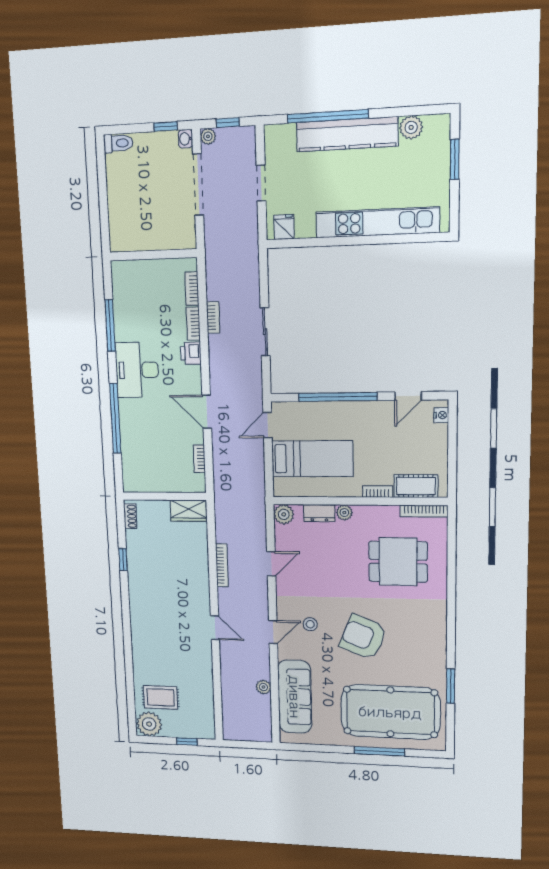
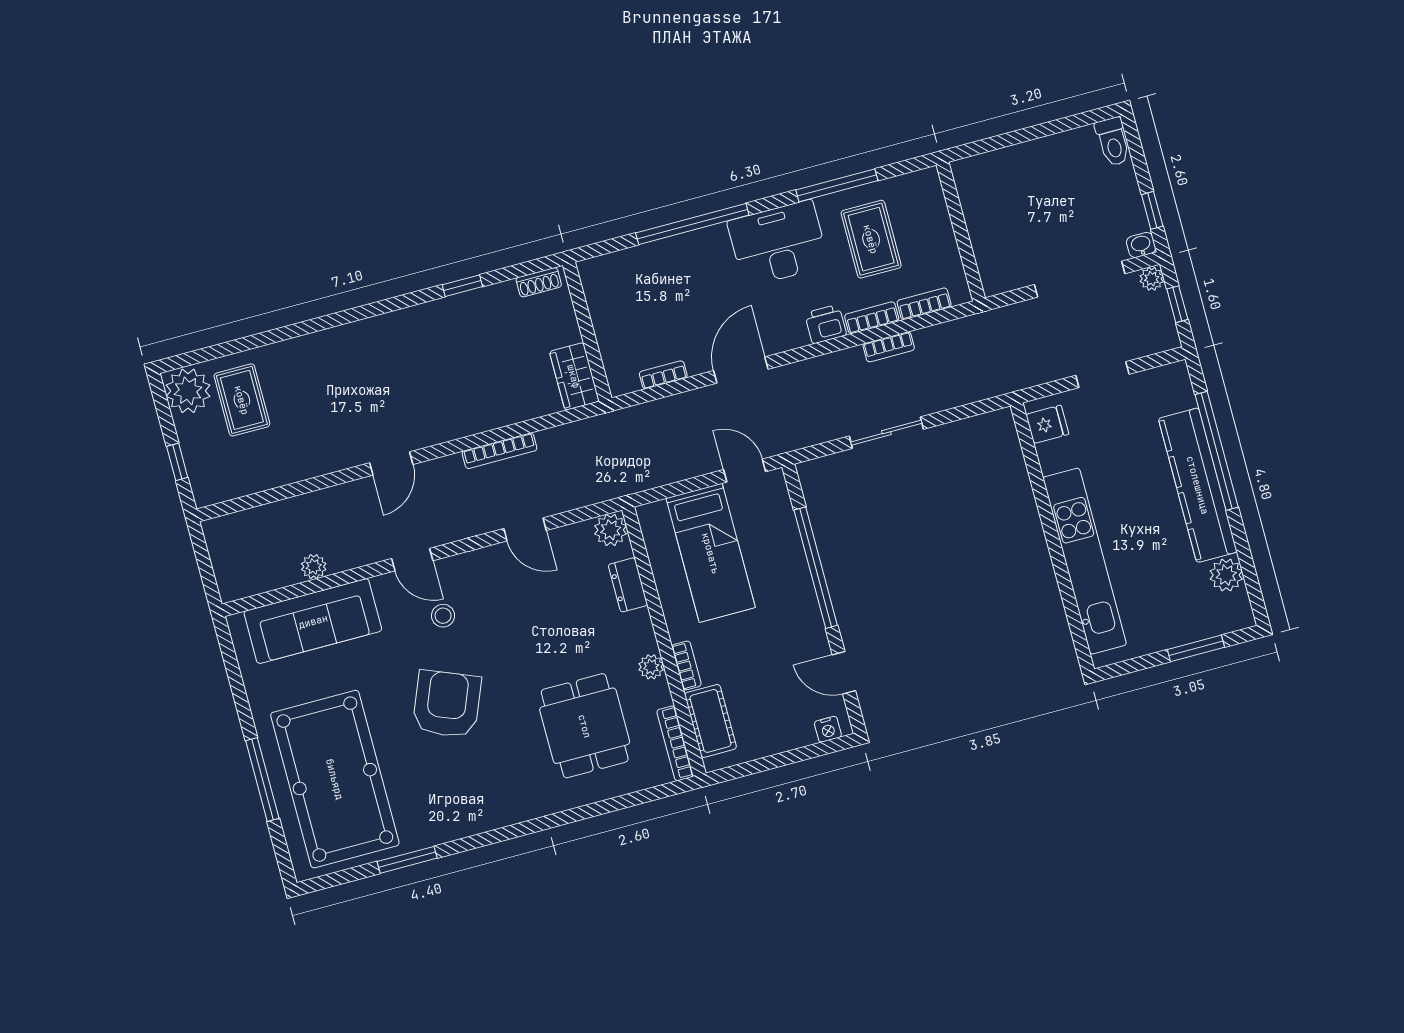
rug: (146, 312) -> (871, 239), added
plant: (344, 513) -> (651, 667), moved

